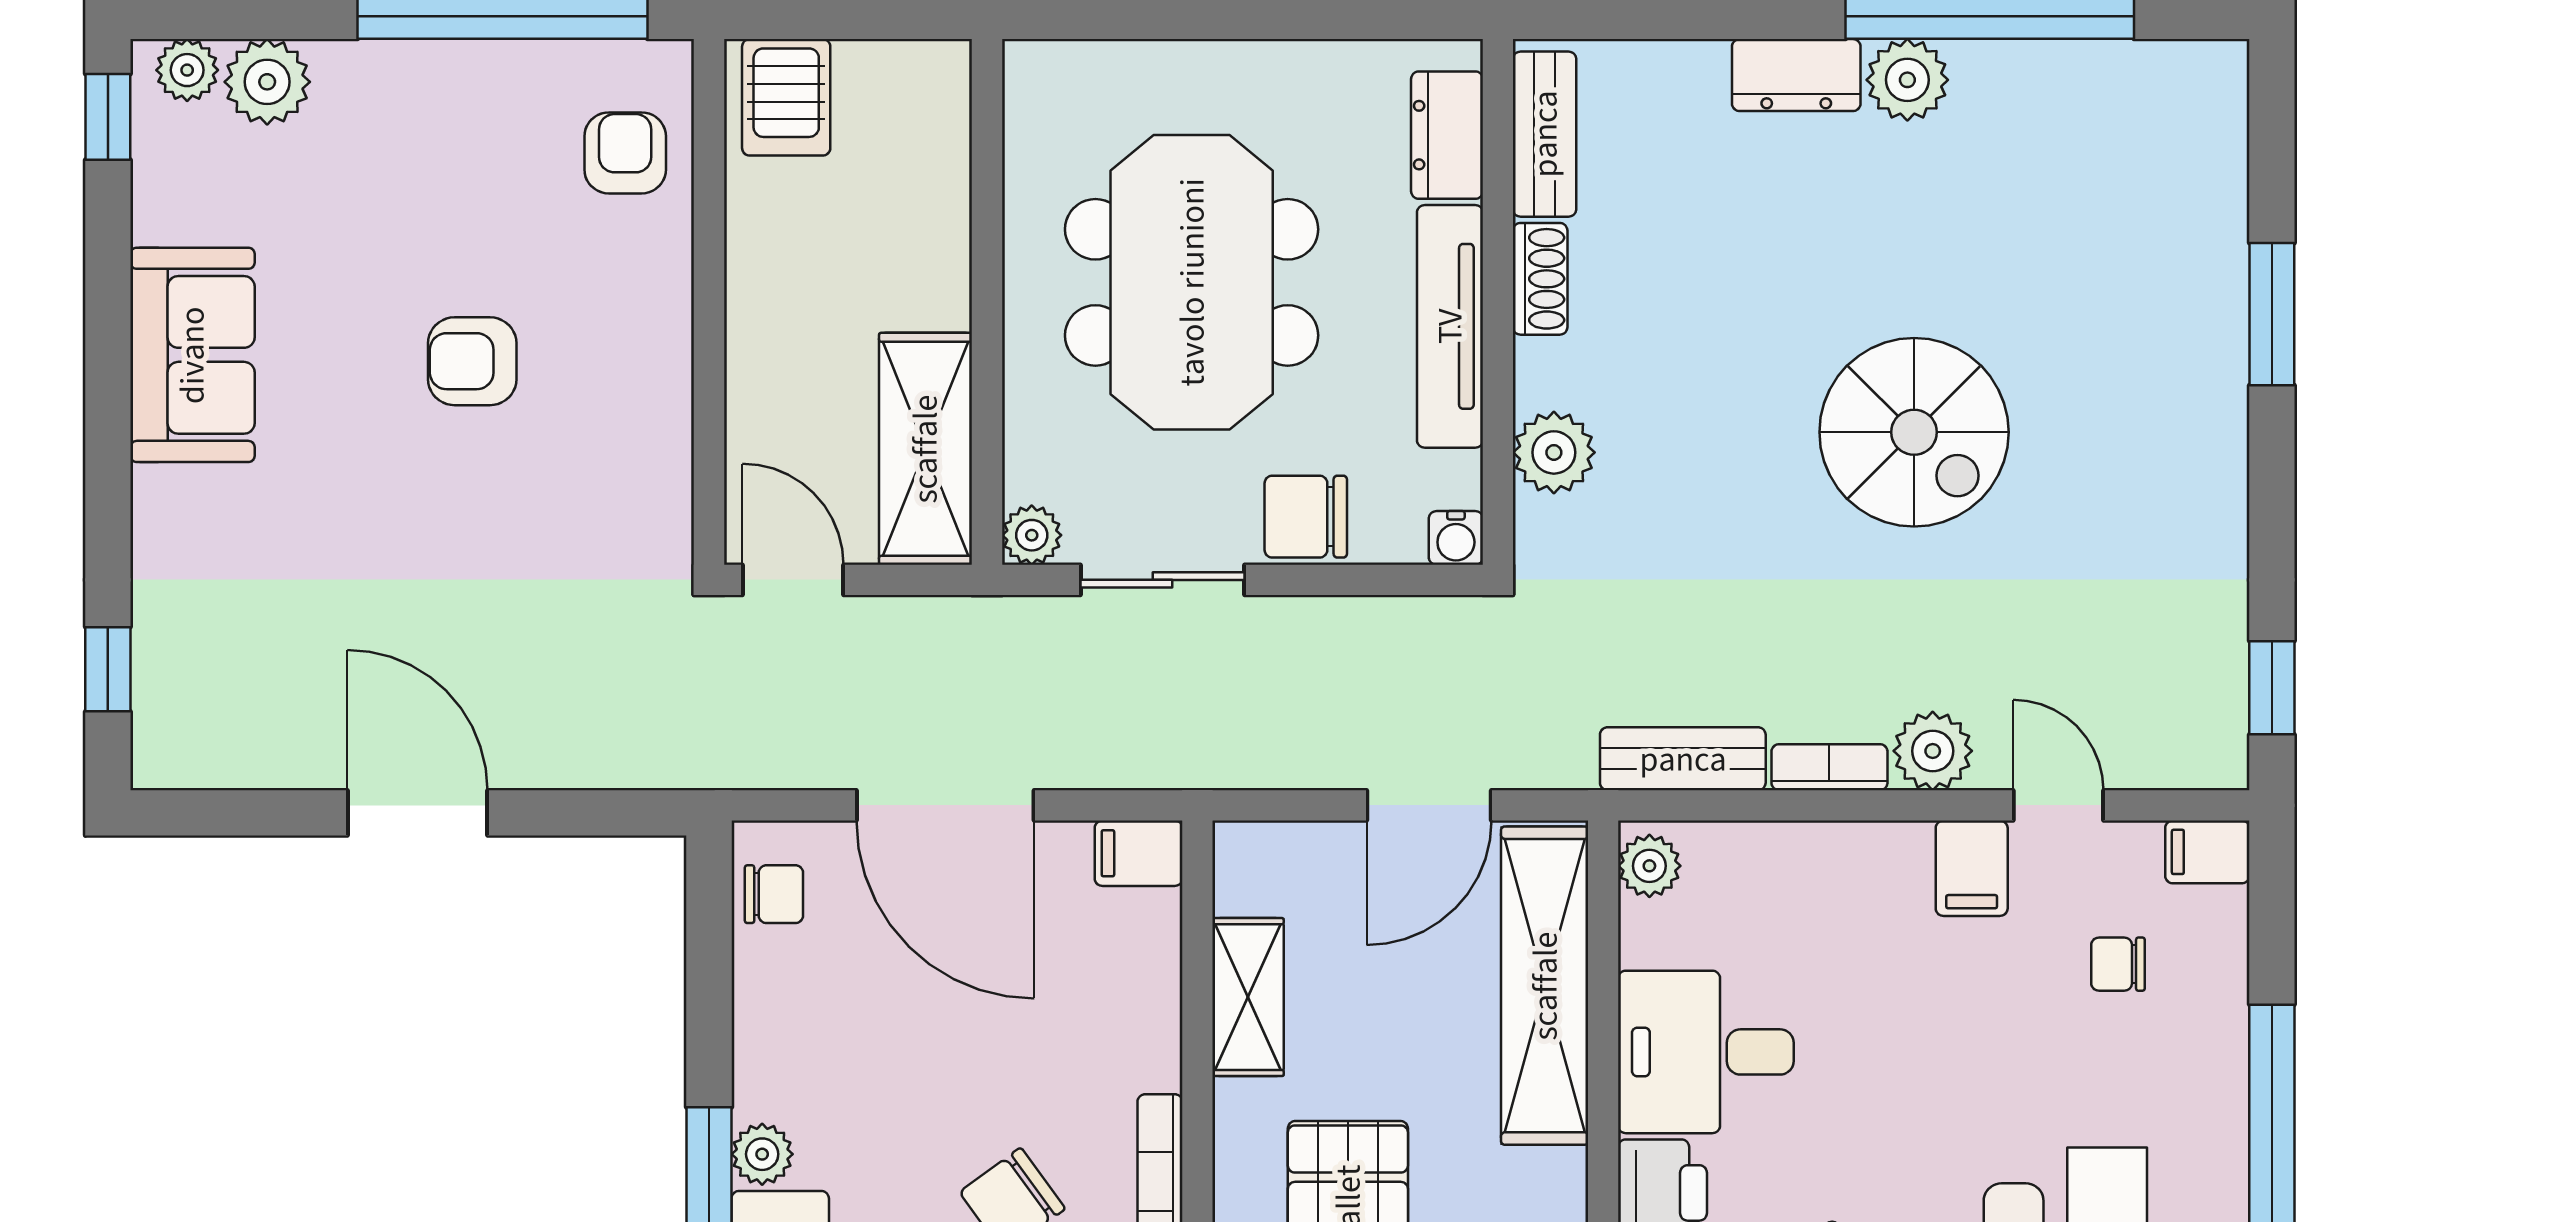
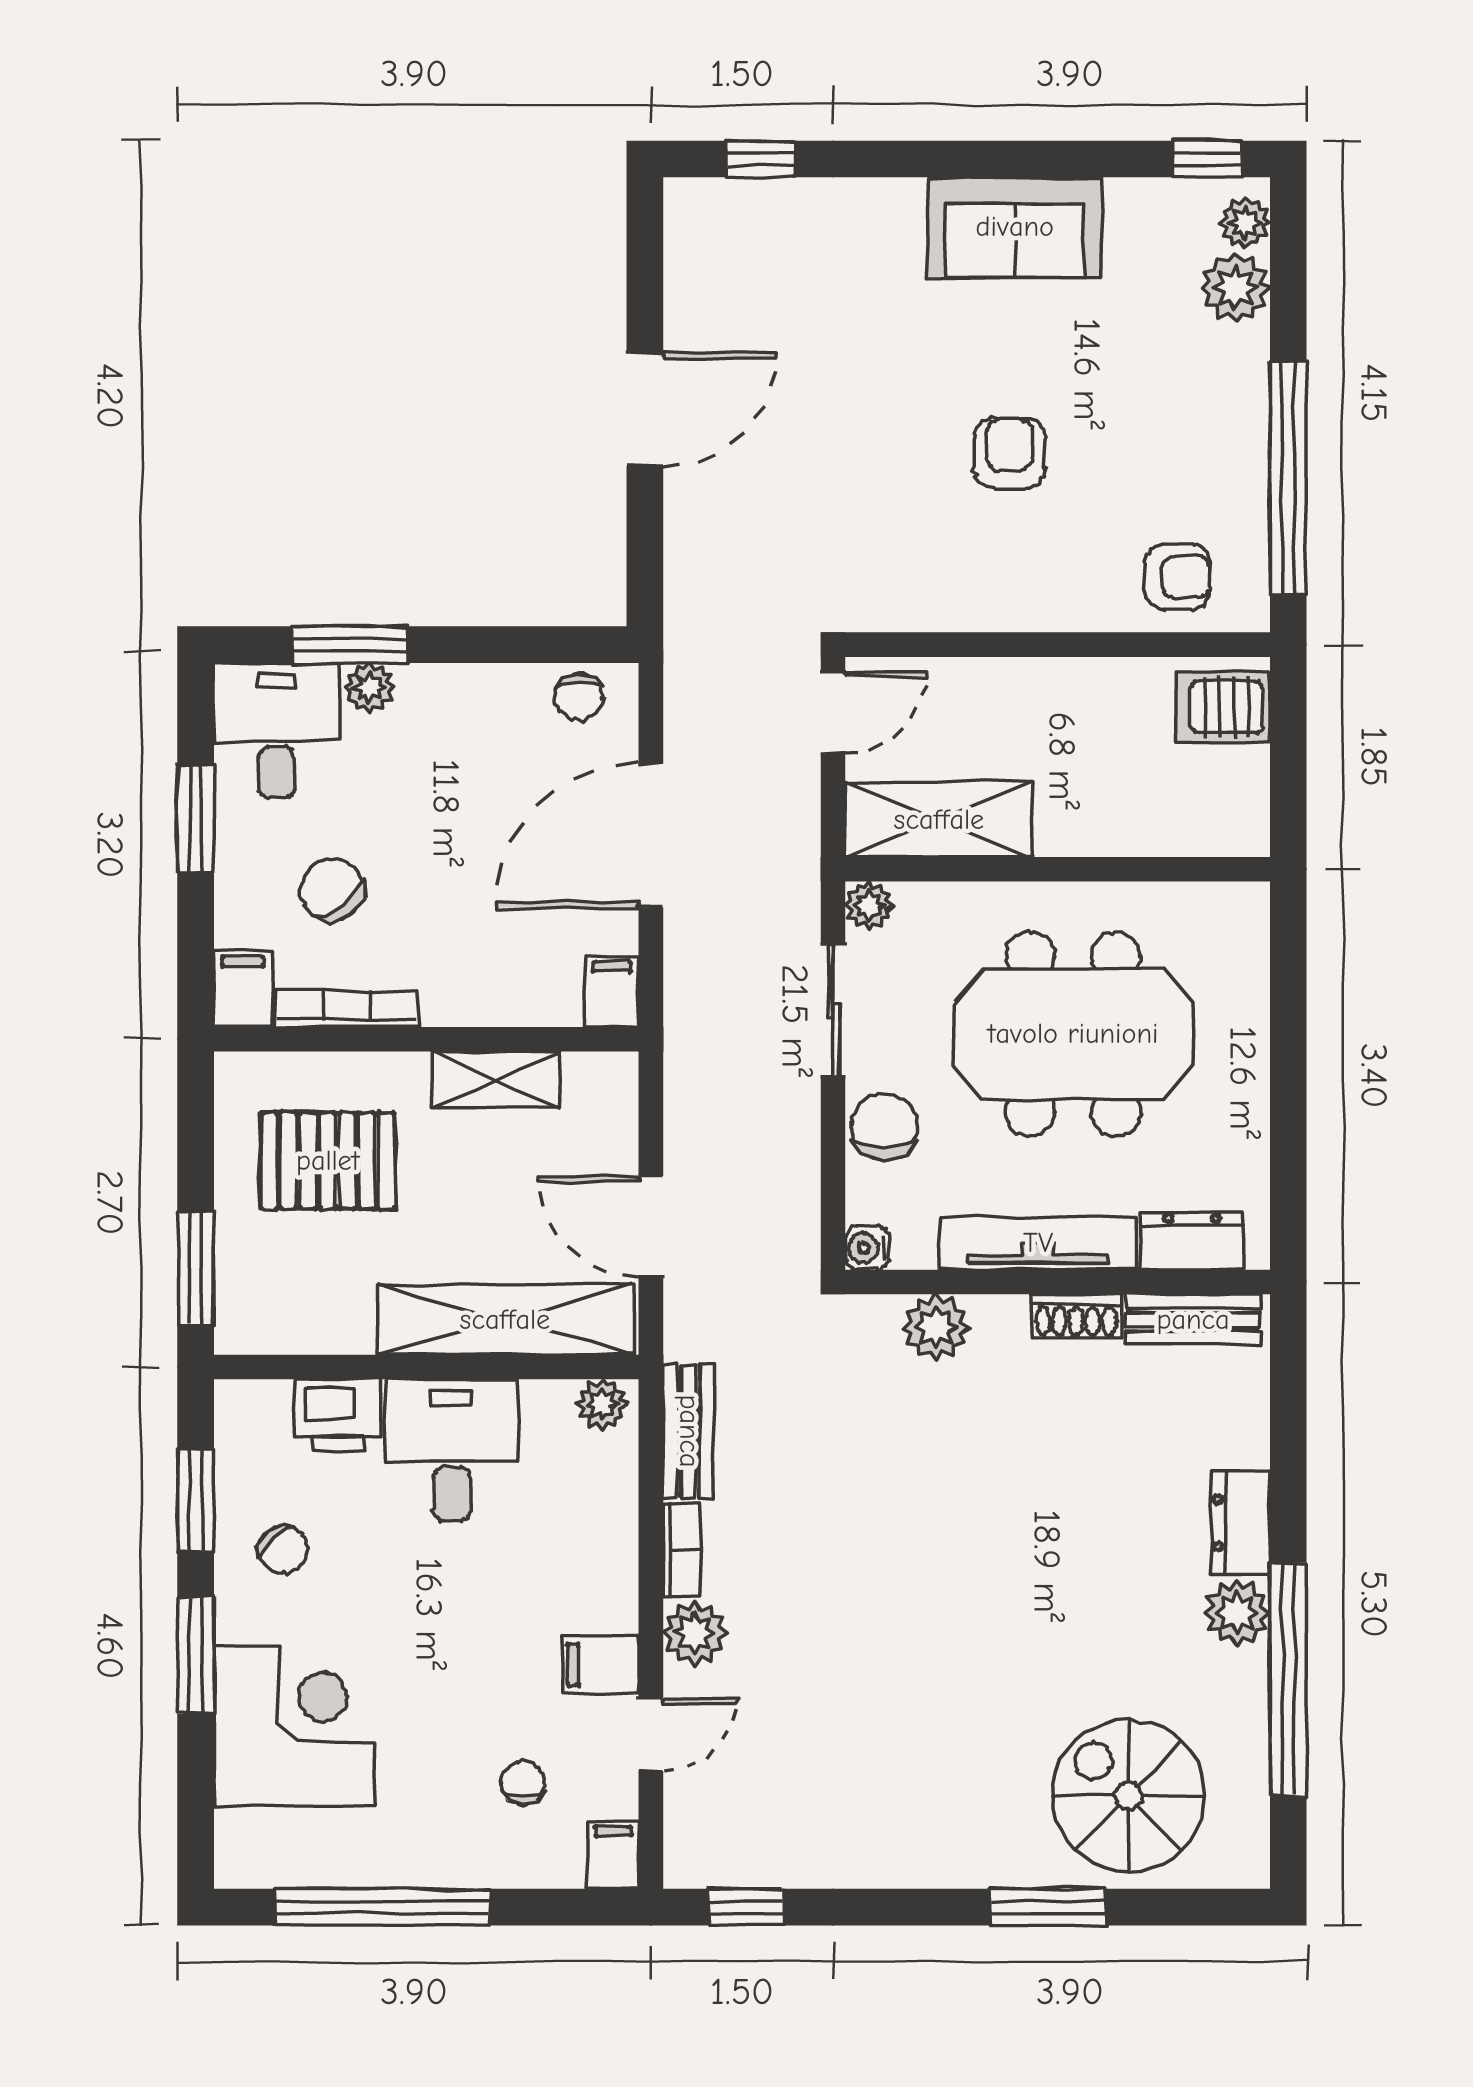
spiral stairs: (1914, 432) -> (1128, 1796), moved, turned 90

